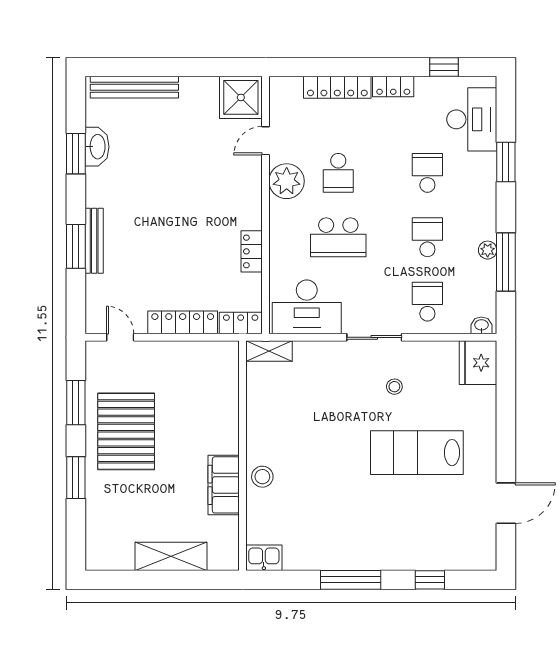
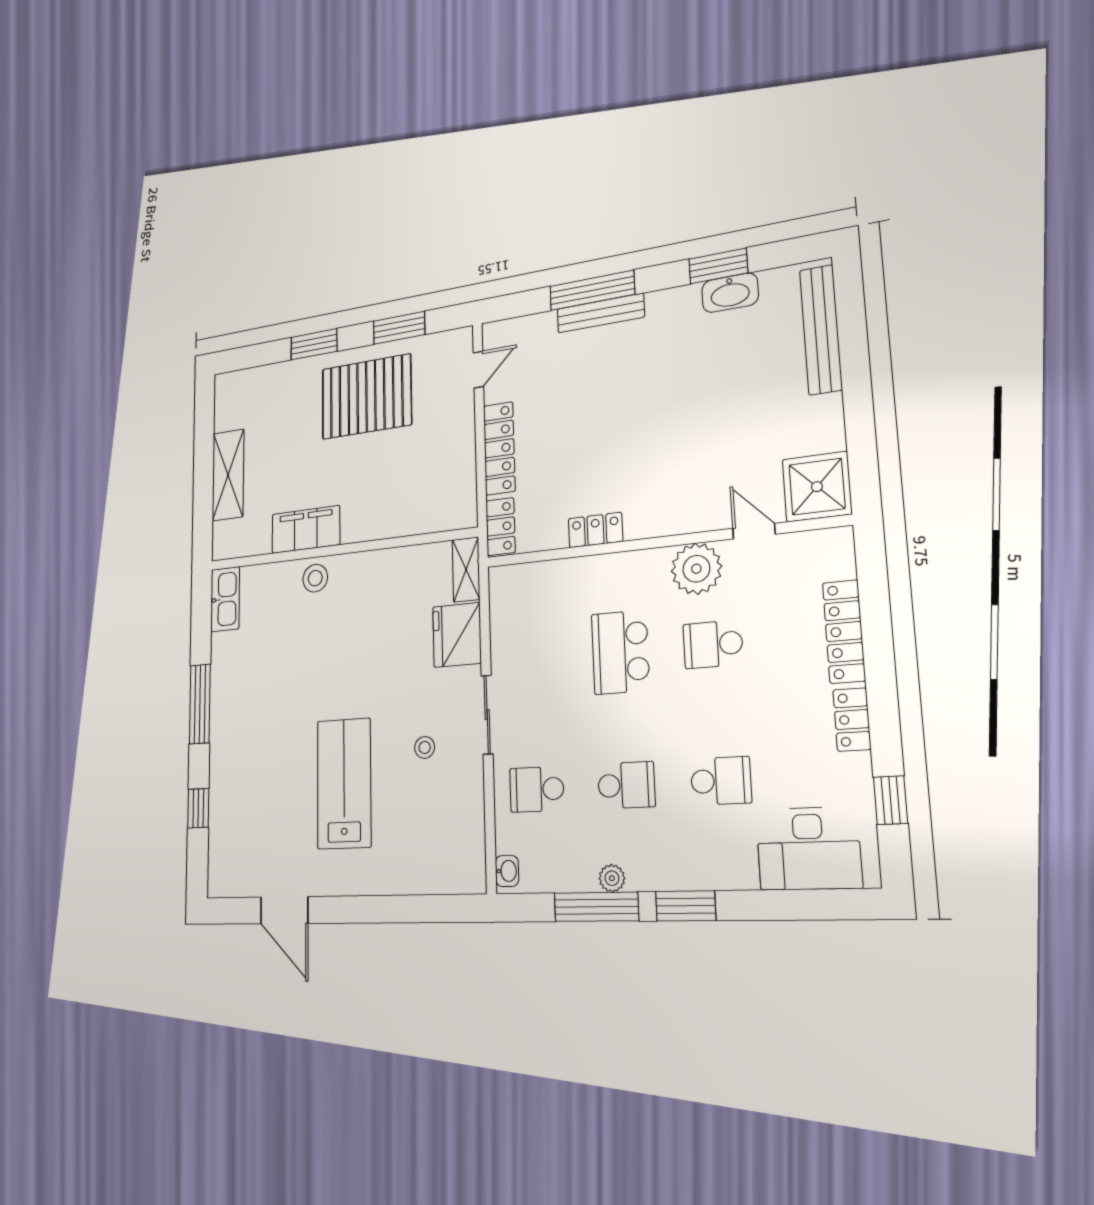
window: (506, 162) -> (686, 906), moved
window: (76, 246) -> (592, 290), width x1.44
school desk: (427, 302) -> (537, 789), turned 180
desk: (307, 307) -> (524, 616), removed
fridge: (478, 363) -> (457, 635), moved, turned -90
kitchen sink: (264, 558) -> (225, 599), width x1.38

